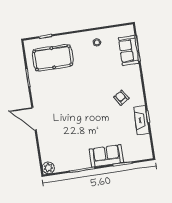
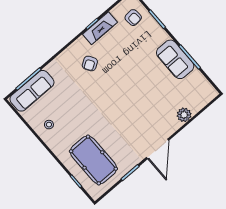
sofa: (129, 51) -> (32, 91), width x1.36
door: (34, 119) -> (158, 149), moved
armchair: (134, 148) -> (133, 18), added
sofa: (106, 156) -> (175, 59), moved
plant: (48, 168) -> (184, 115), moved

